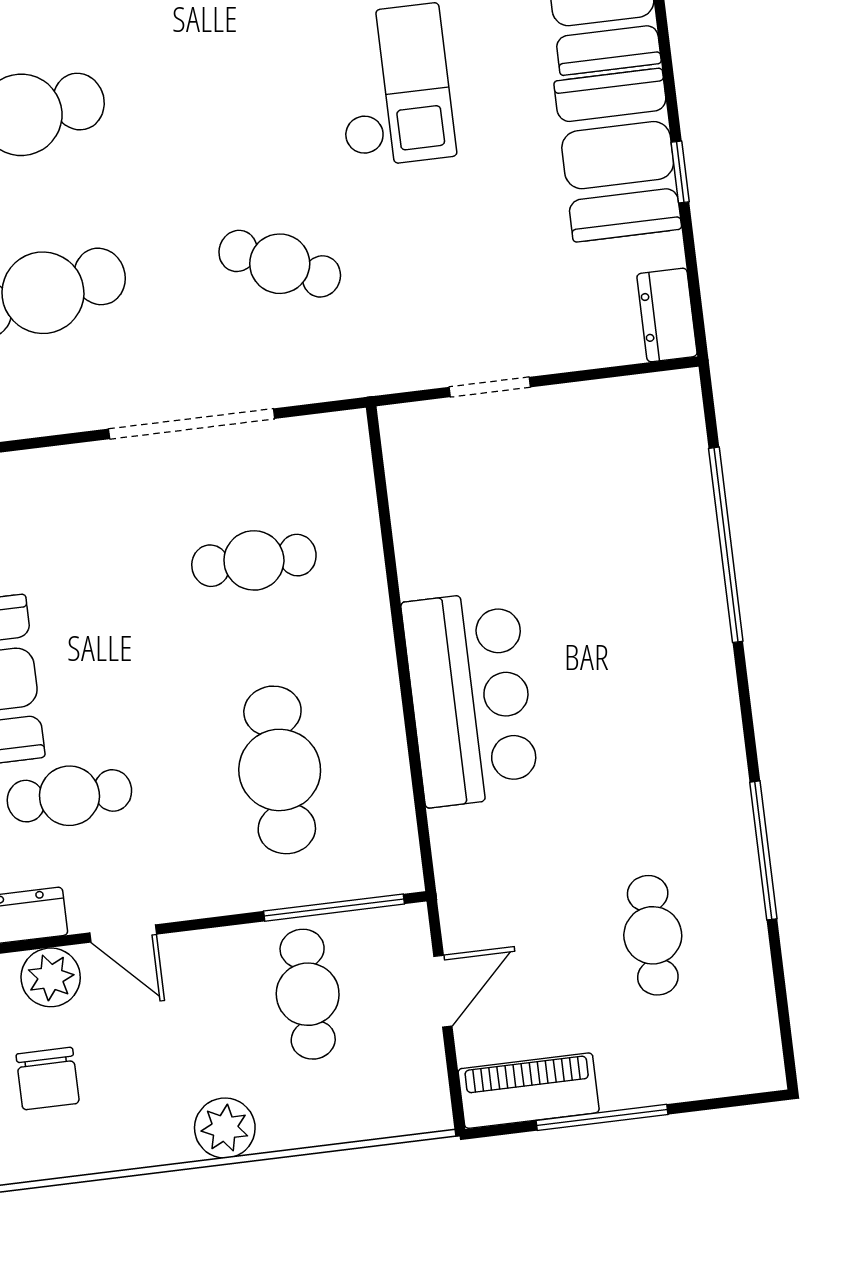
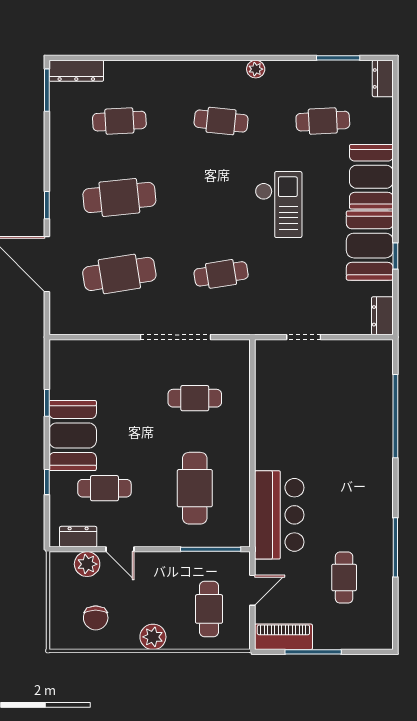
cafe table: (280, 264) -> (221, 274), turned -33
bar counter: (470, 699) -> (279, 515), moved
cafe table: (308, 994) -> (209, 609), moved
chair: (48, 1079) -> (96, 618), moved

